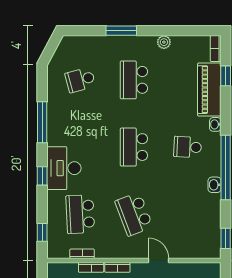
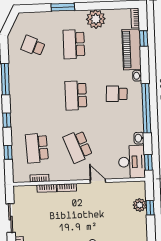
plant: (164, 42) -> (96, 19), width x1.87, depth x1.87
school desk: (80, 80) -> (33, 46), turned 39
desk: (64, 168) -> (132, 162), moved, turned 180
washbasin: (215, 185) -> (139, 138), moved
window: (42, 232) -> (8, 152), moved

